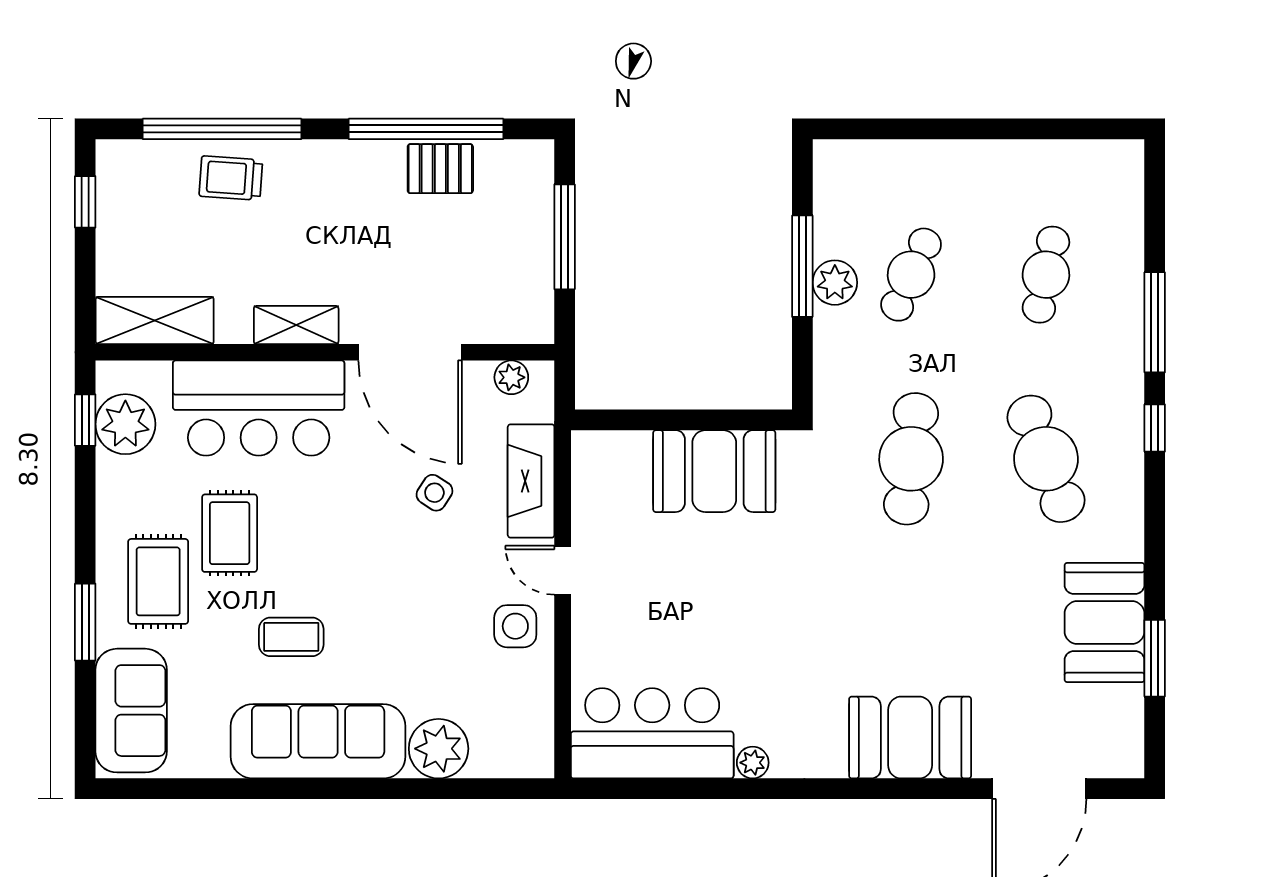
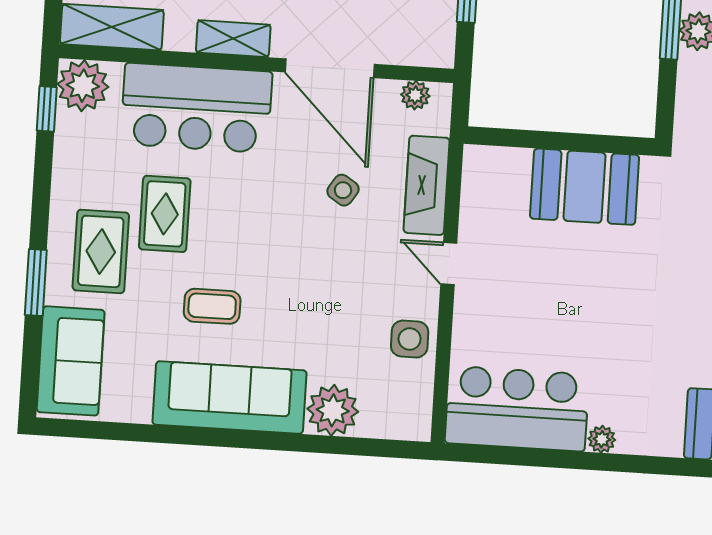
plant: (125, 424) -> (83, 86), moved
side table: (515, 626) -> (410, 339), moved

